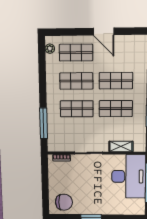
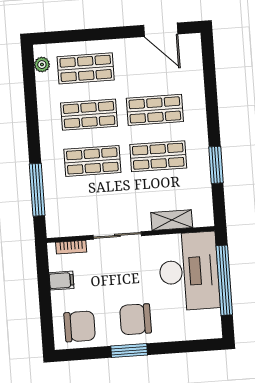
door: (104, 32) -> (161, 30), moved
filing cabinet: (55, 176) -> (61, 281), added
chair: (96, 201) -> (136, 319), added

